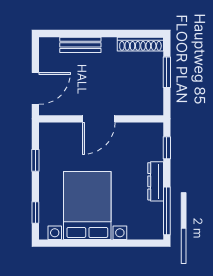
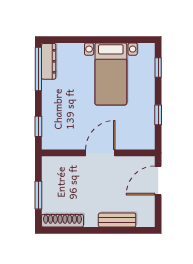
dresser: (156, 181) -> (49, 61), moved
bed with nightstands: (87, 205) -> (111, 74), width x0.73

